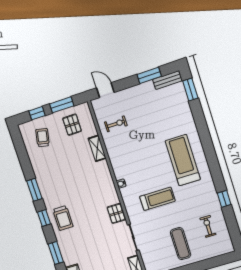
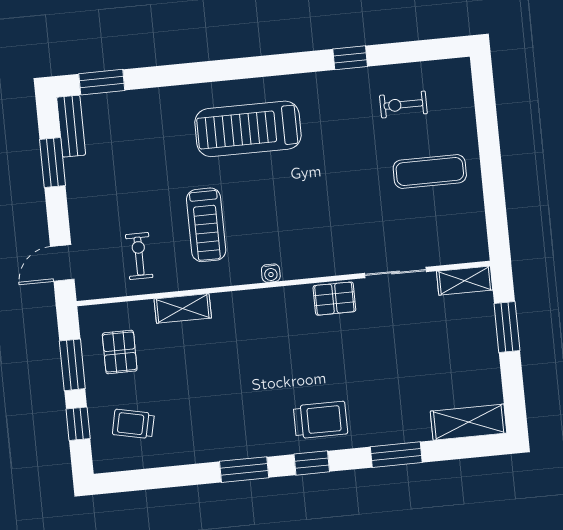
pallet: (72, 125) -> (120, 352), turned 90
treadmill: (157, 199) -> (206, 225), moved, turned 180

